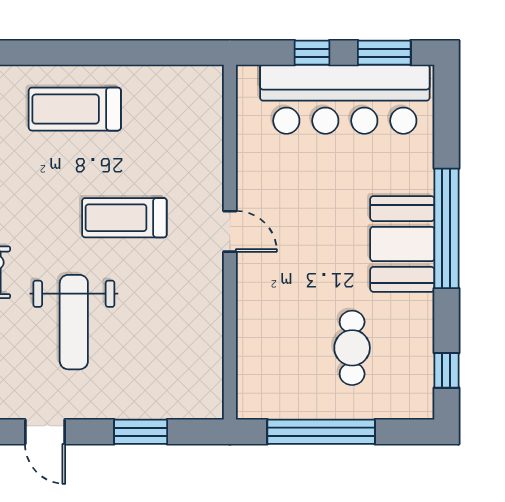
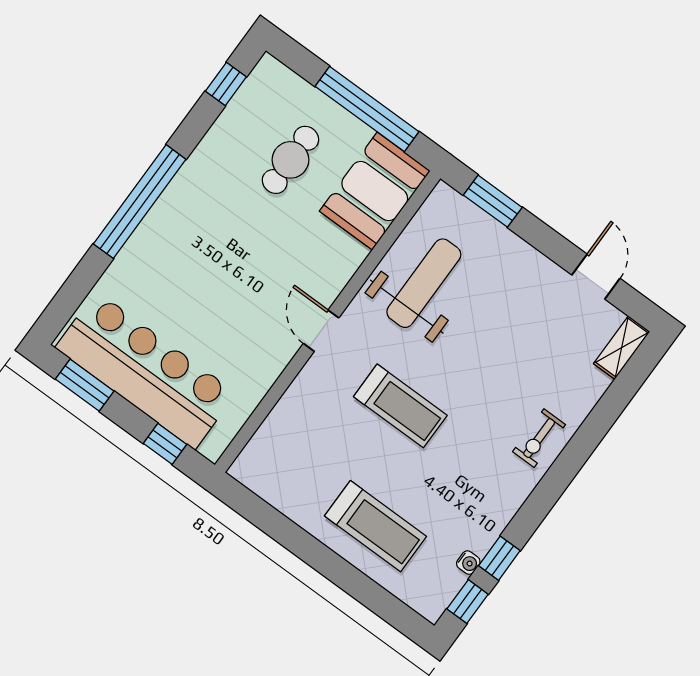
window: (312, 53) -> (165, 444), moved
booth: (402, 244) -> (375, 191), moved
weight bench: (74, 322) -> (424, 283), moved
window: (141, 432) -> (493, 201), moved

